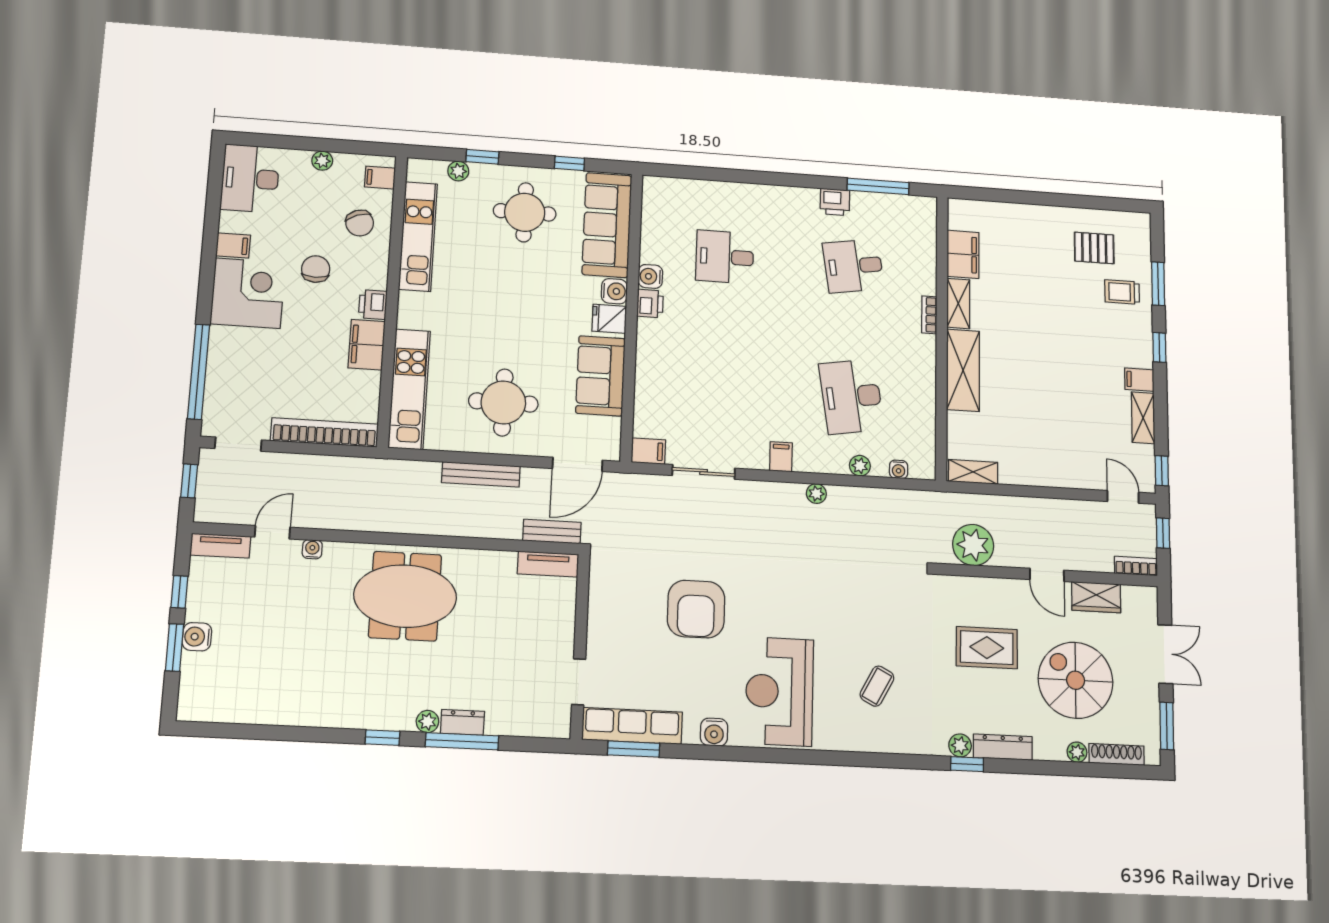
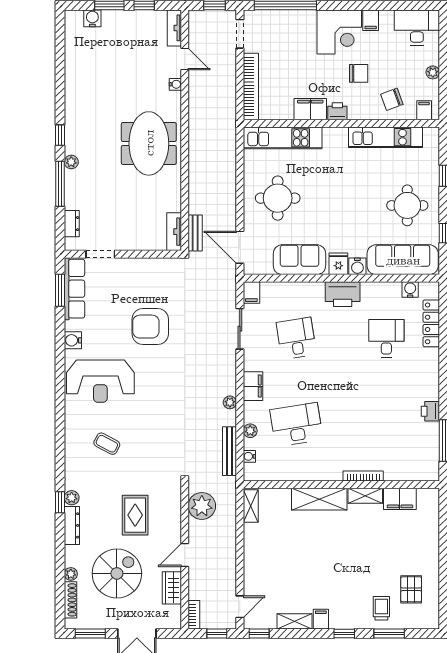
plant: (458, 171) -> (433, 161), removed
locker: (704, 191) -> (431, 323), added
desk: (853, 266) -> (296, 338), moved
water cooler: (650, 276) -> (410, 290), moved
printer: (650, 303) -> (343, 294), width x1.87, depth x1.48
bookcase: (929, 315) -> (363, 476), width x1.56
filing cabinet: (781, 457) -> (253, 386), width x2.00
bench: (481, 474) -> (230, 451), moved
water cooler: (197, 637) -> (92, 18), moved
reception desk: (779, 691) -> (100, 381), turned 180
dresser: (462, 722) -> (72, 224), moved

